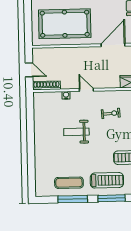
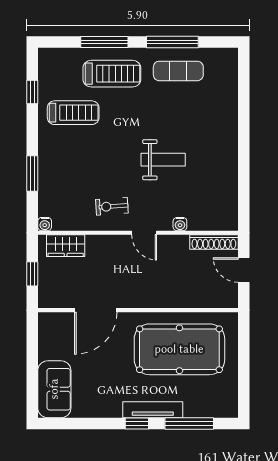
exercise bike: (111, 113) -> (112, 206), moved
treadmill: (107, 180) -> (112, 74), turned 180

